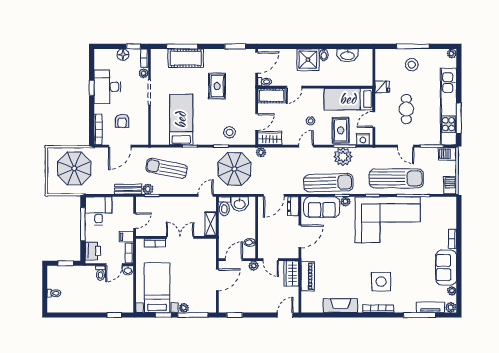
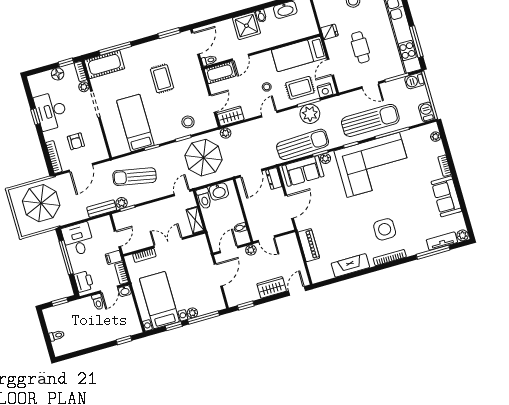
cot: (186, 58) -> (104, 64), moved
rug: (341, 130) -> (300, 88), turned 90
wardrobe: (291, 273) -> (272, 287), moved, turned 90
plant: (452, 291) -> (436, 137), moved

